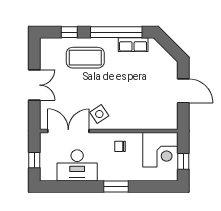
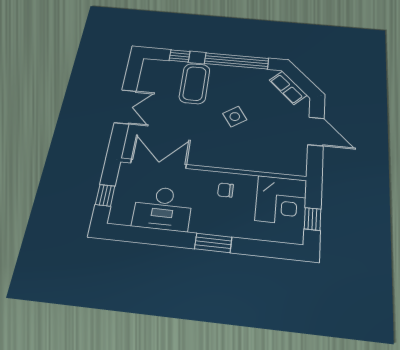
row of seats: (133, 45) -> (288, 88), moved, turned 45
coffee table: (85, 58) -> (195, 83), turned 90
side table: (99, 114) -> (235, 117), moved

